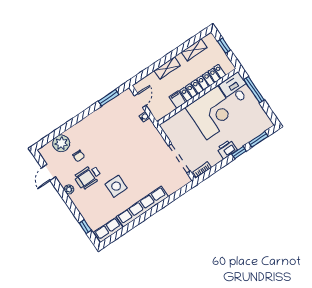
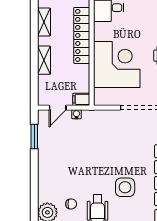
door: (140, 100) -> (58, 108), swing flipped
filing cabinet: (177, 100) -> (81, 99), moved
corner desk: (212, 113) -> (117, 64), moved

